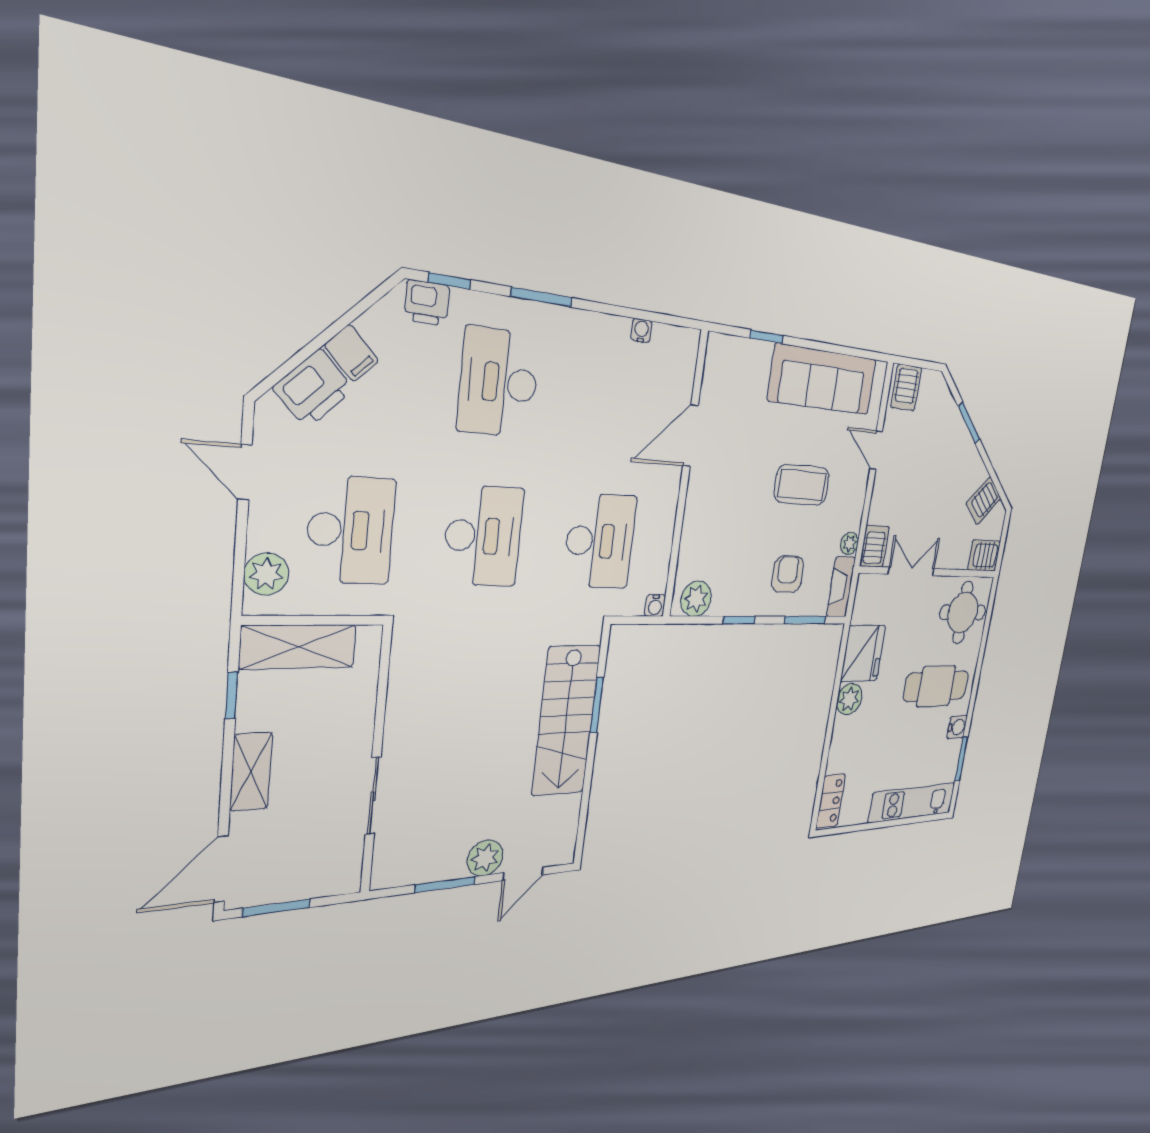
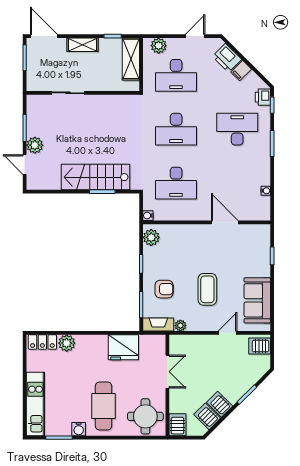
sofa: (823, 380) -> (257, 300), width x0.73
server rack: (874, 546) -> (220, 404), moved, turned -135
plant: (849, 699) -> (67, 343), moved

